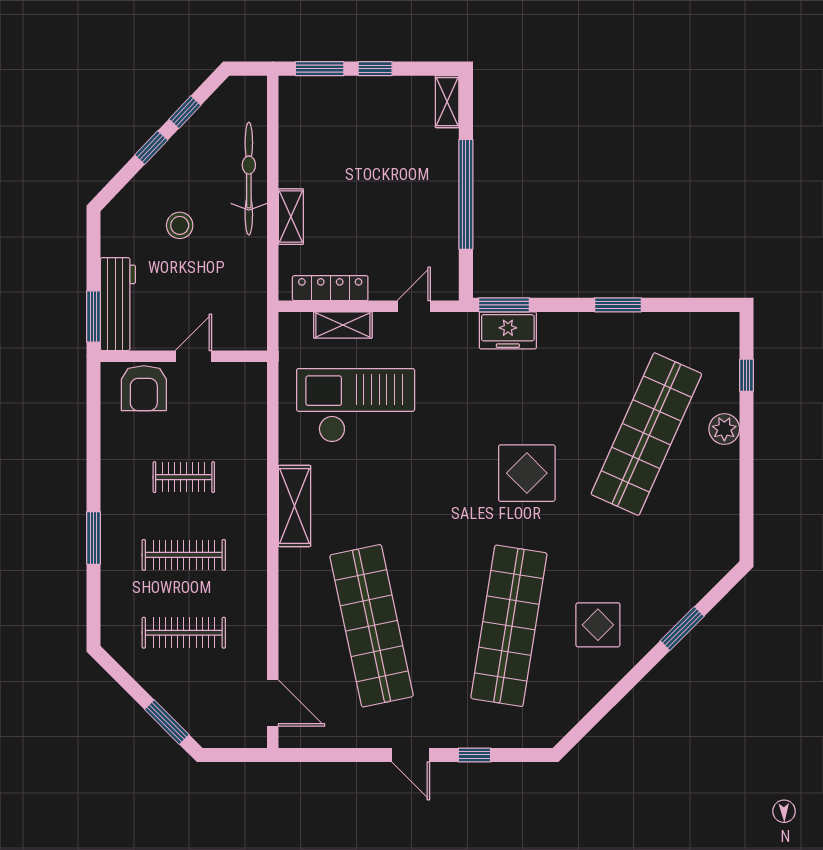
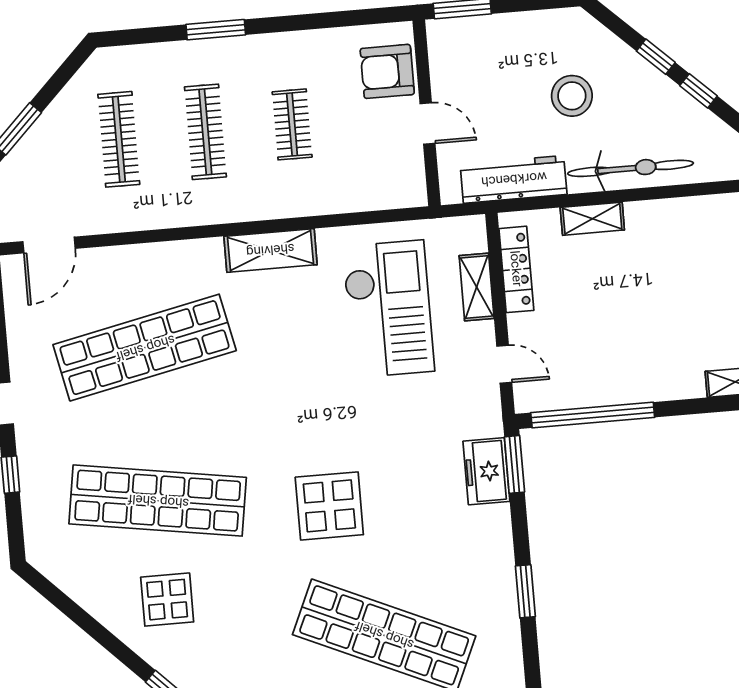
window: (466, 194) -> (593, 415), moved
stool: (180, 225) -> (572, 96), width x1.38, depth x1.38
workbench: (118, 304) -> (514, 179), moved, turned 180

